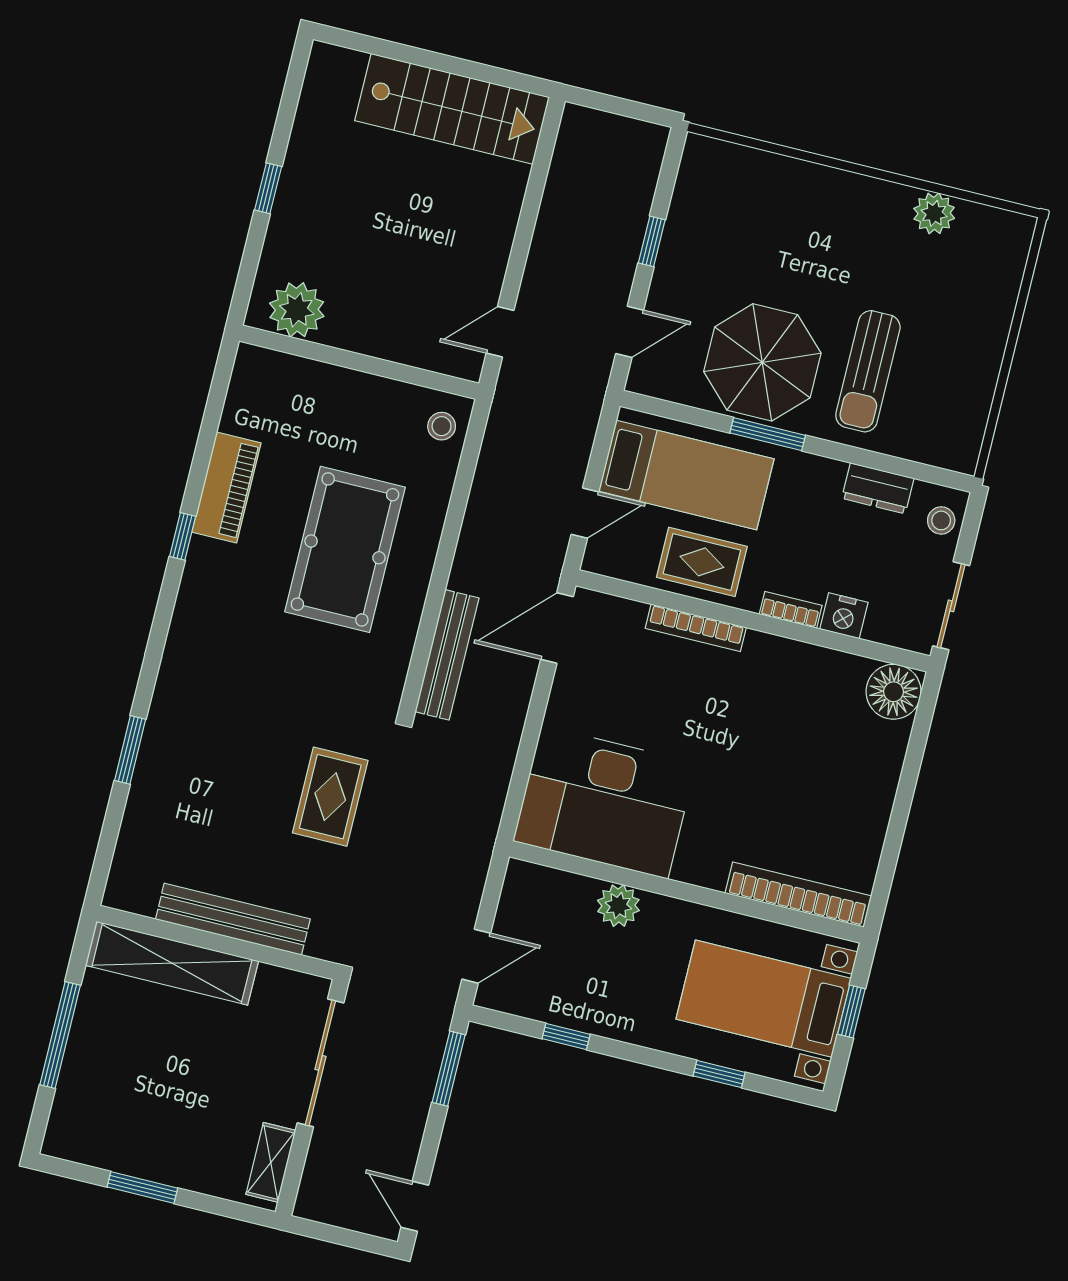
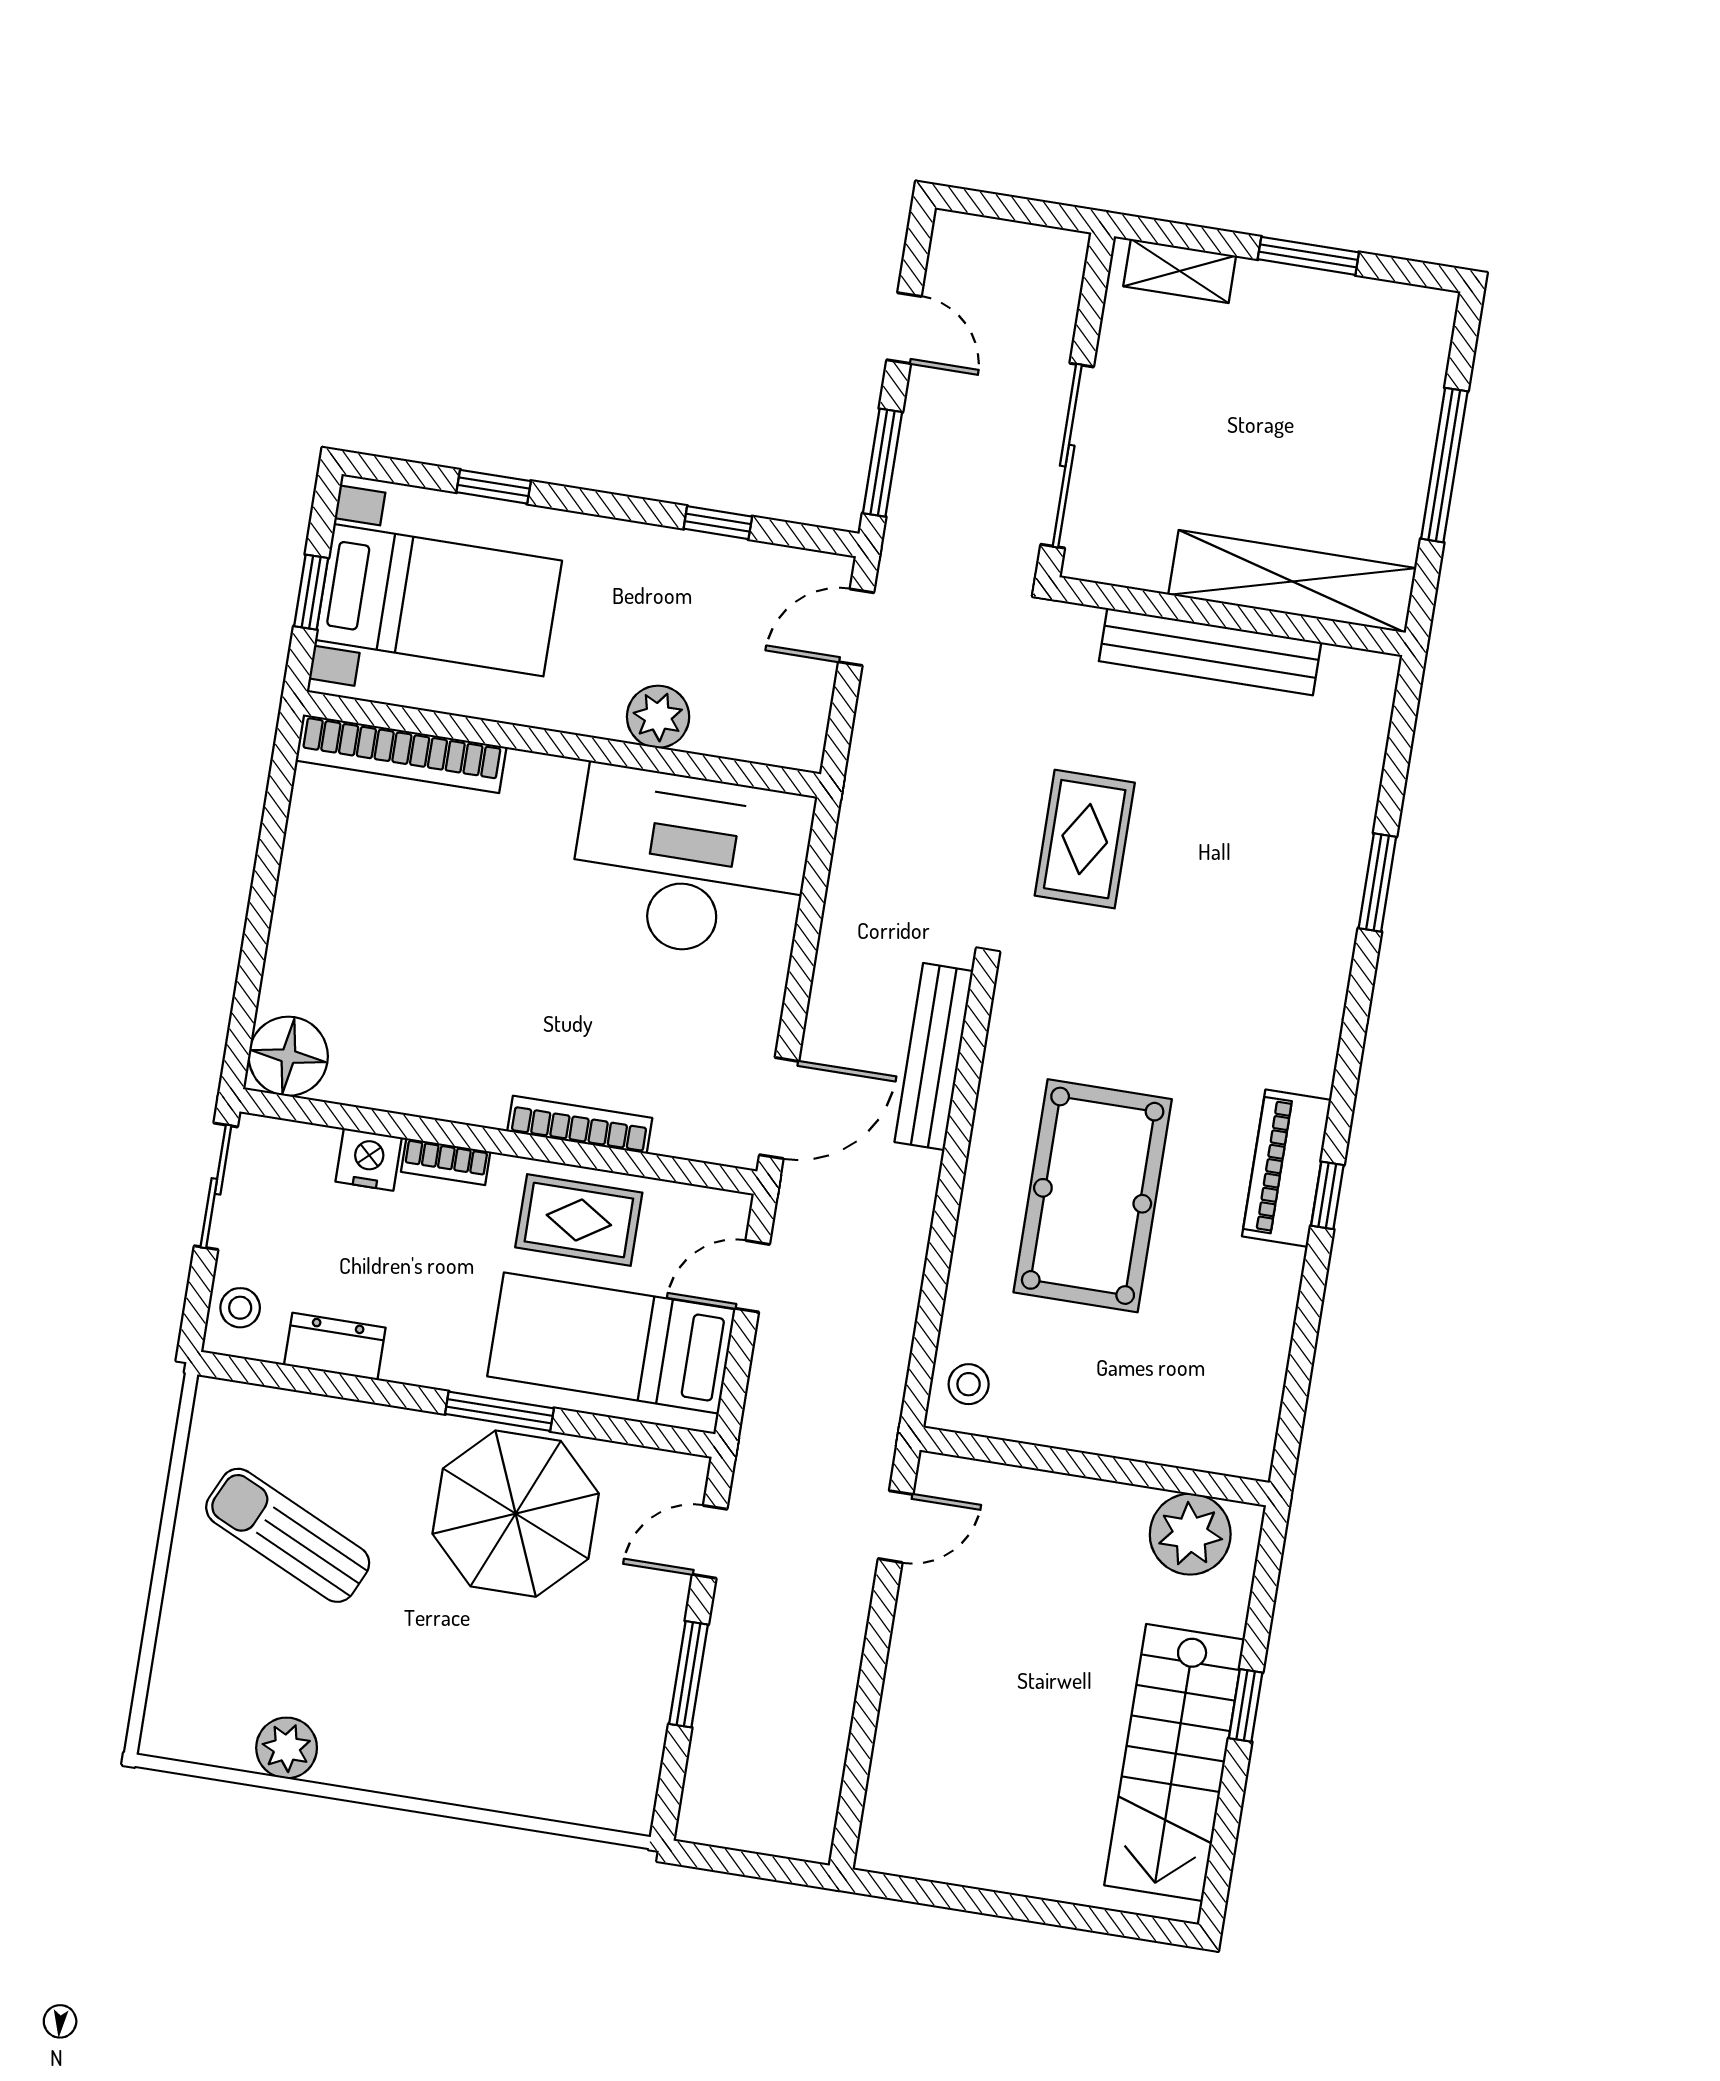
stairs: (452, 109) -> (1174, 1763), moved, turned -90
window: (652, 241) -> (688, 1674), width x1.50
sun lounger: (868, 371) -> (288, 1535), moved, turned -65
piano: (226, 487) -> (1287, 1168), moved
shelving: (271, 1162) -> (1180, 271), moved, turned 90
door: (415, 1206) -> (904, 328), moved

